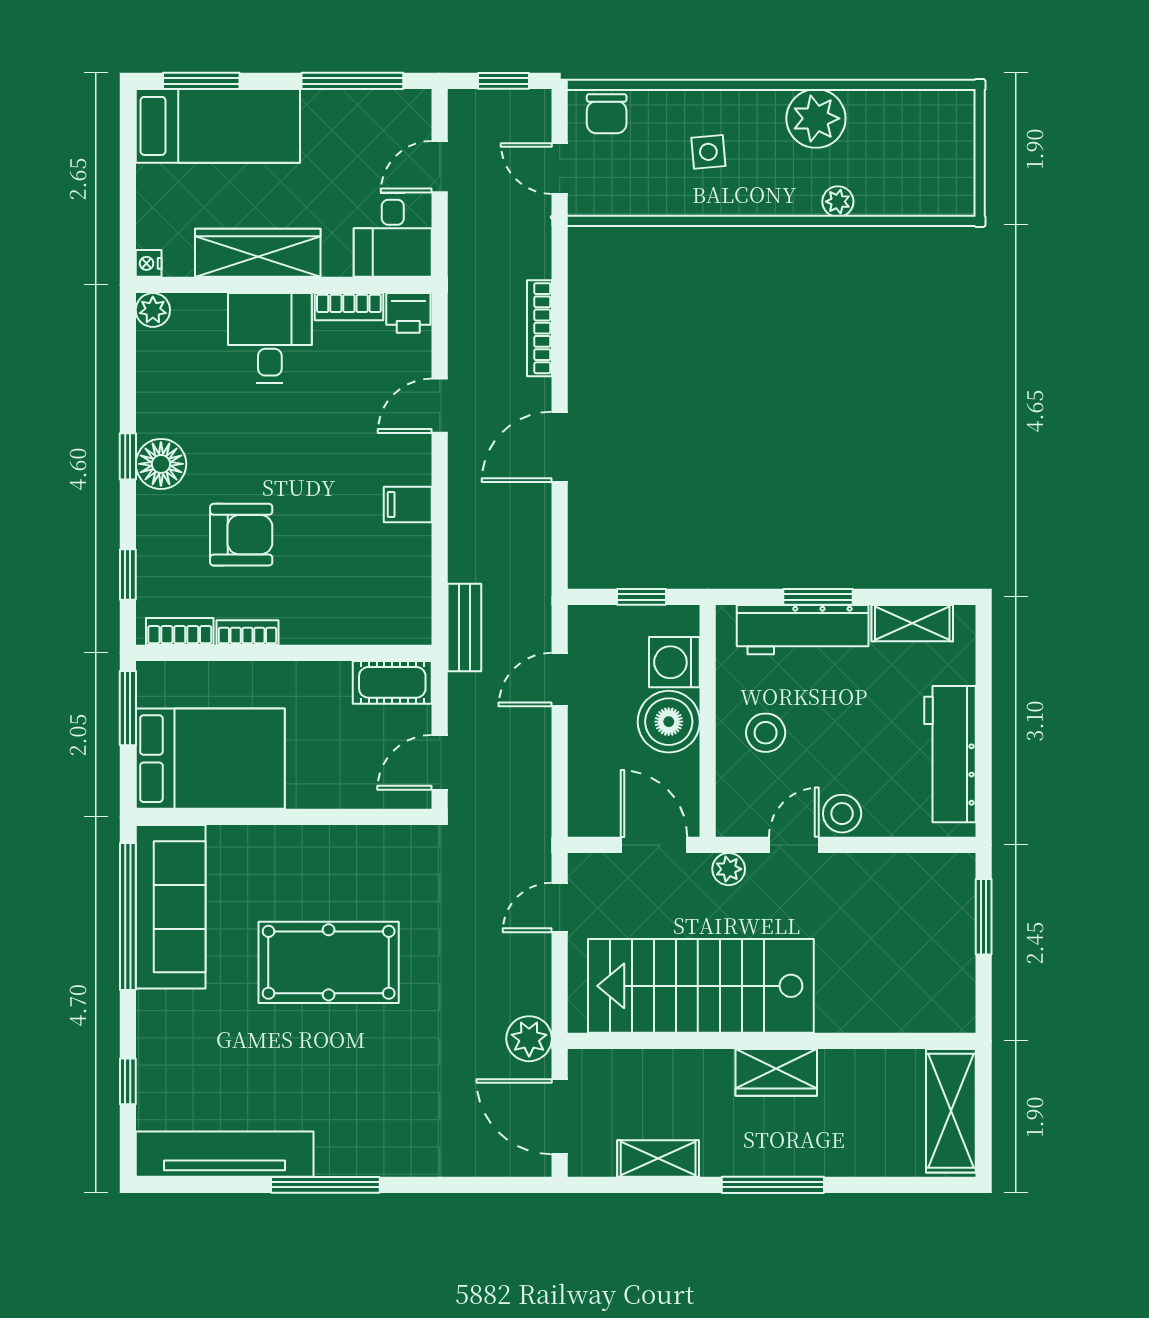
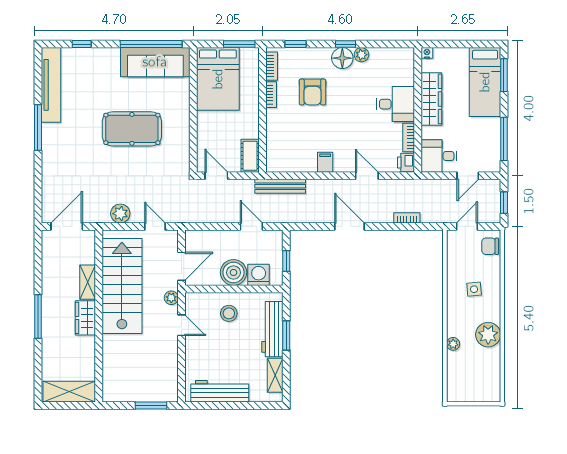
door: (440, 167) -> (468, 176), swing flipped
plant: (153, 310) -> (361, 55), moved
bookcase: (539, 328) -> (407, 218), width x0.64
bench: (464, 627) -> (280, 186), width x1.36
stool: (842, 814) -> (195, 346), removed
pool table: (329, 962) -> (132, 129), turned 90
plant: (529, 1039) -> (120, 214), moved
shelving: (658, 1158) -> (88, 282), moved

